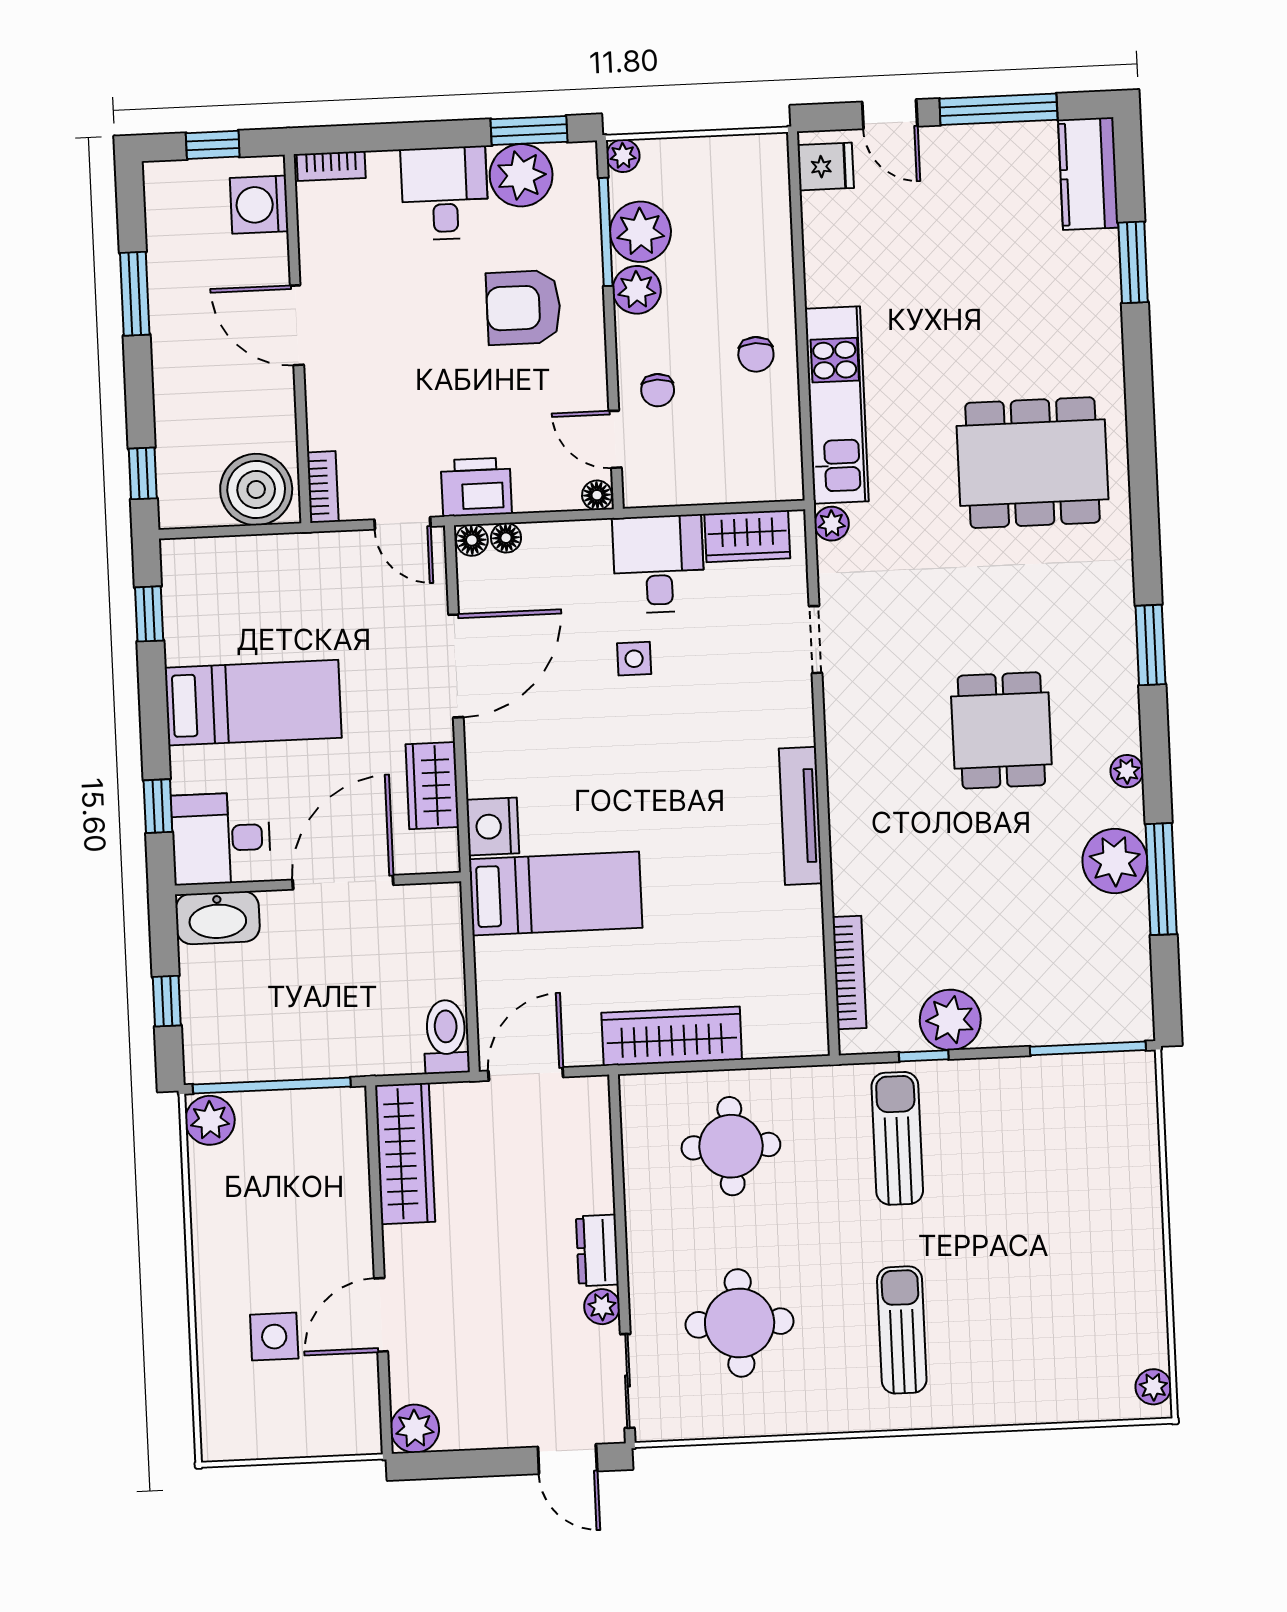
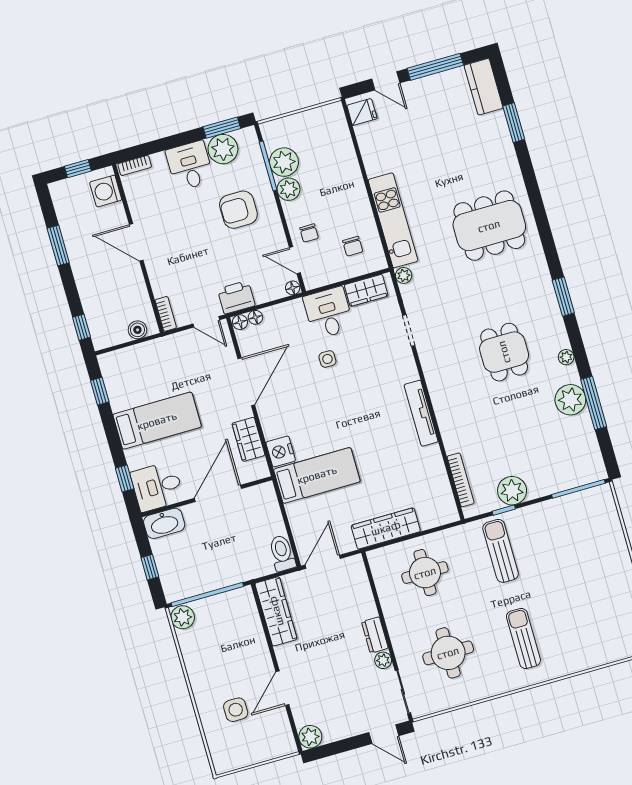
plant: (623, 156) -> (268, 129), removed
chair: (756, 354) -> (353, 246), moved
boiler: (256, 489) -> (137, 330), width x0.54, depth x0.54

